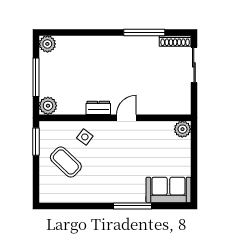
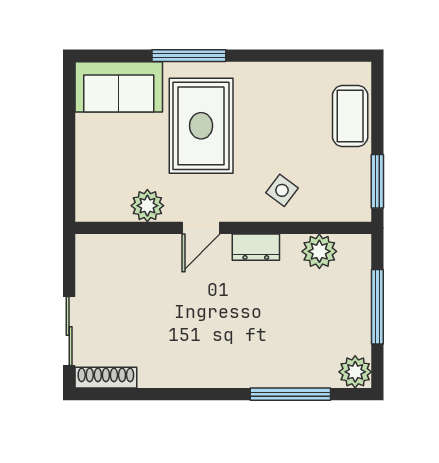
window: (144, 33) -> (290, 394), moved
plant: (48, 106) -> (319, 251), moved
plant: (182, 129) -> (147, 206), moved
coffee table: (66, 162) -> (350, 116), moved, turned 46
rug: (126, 170) -> (201, 126), added

